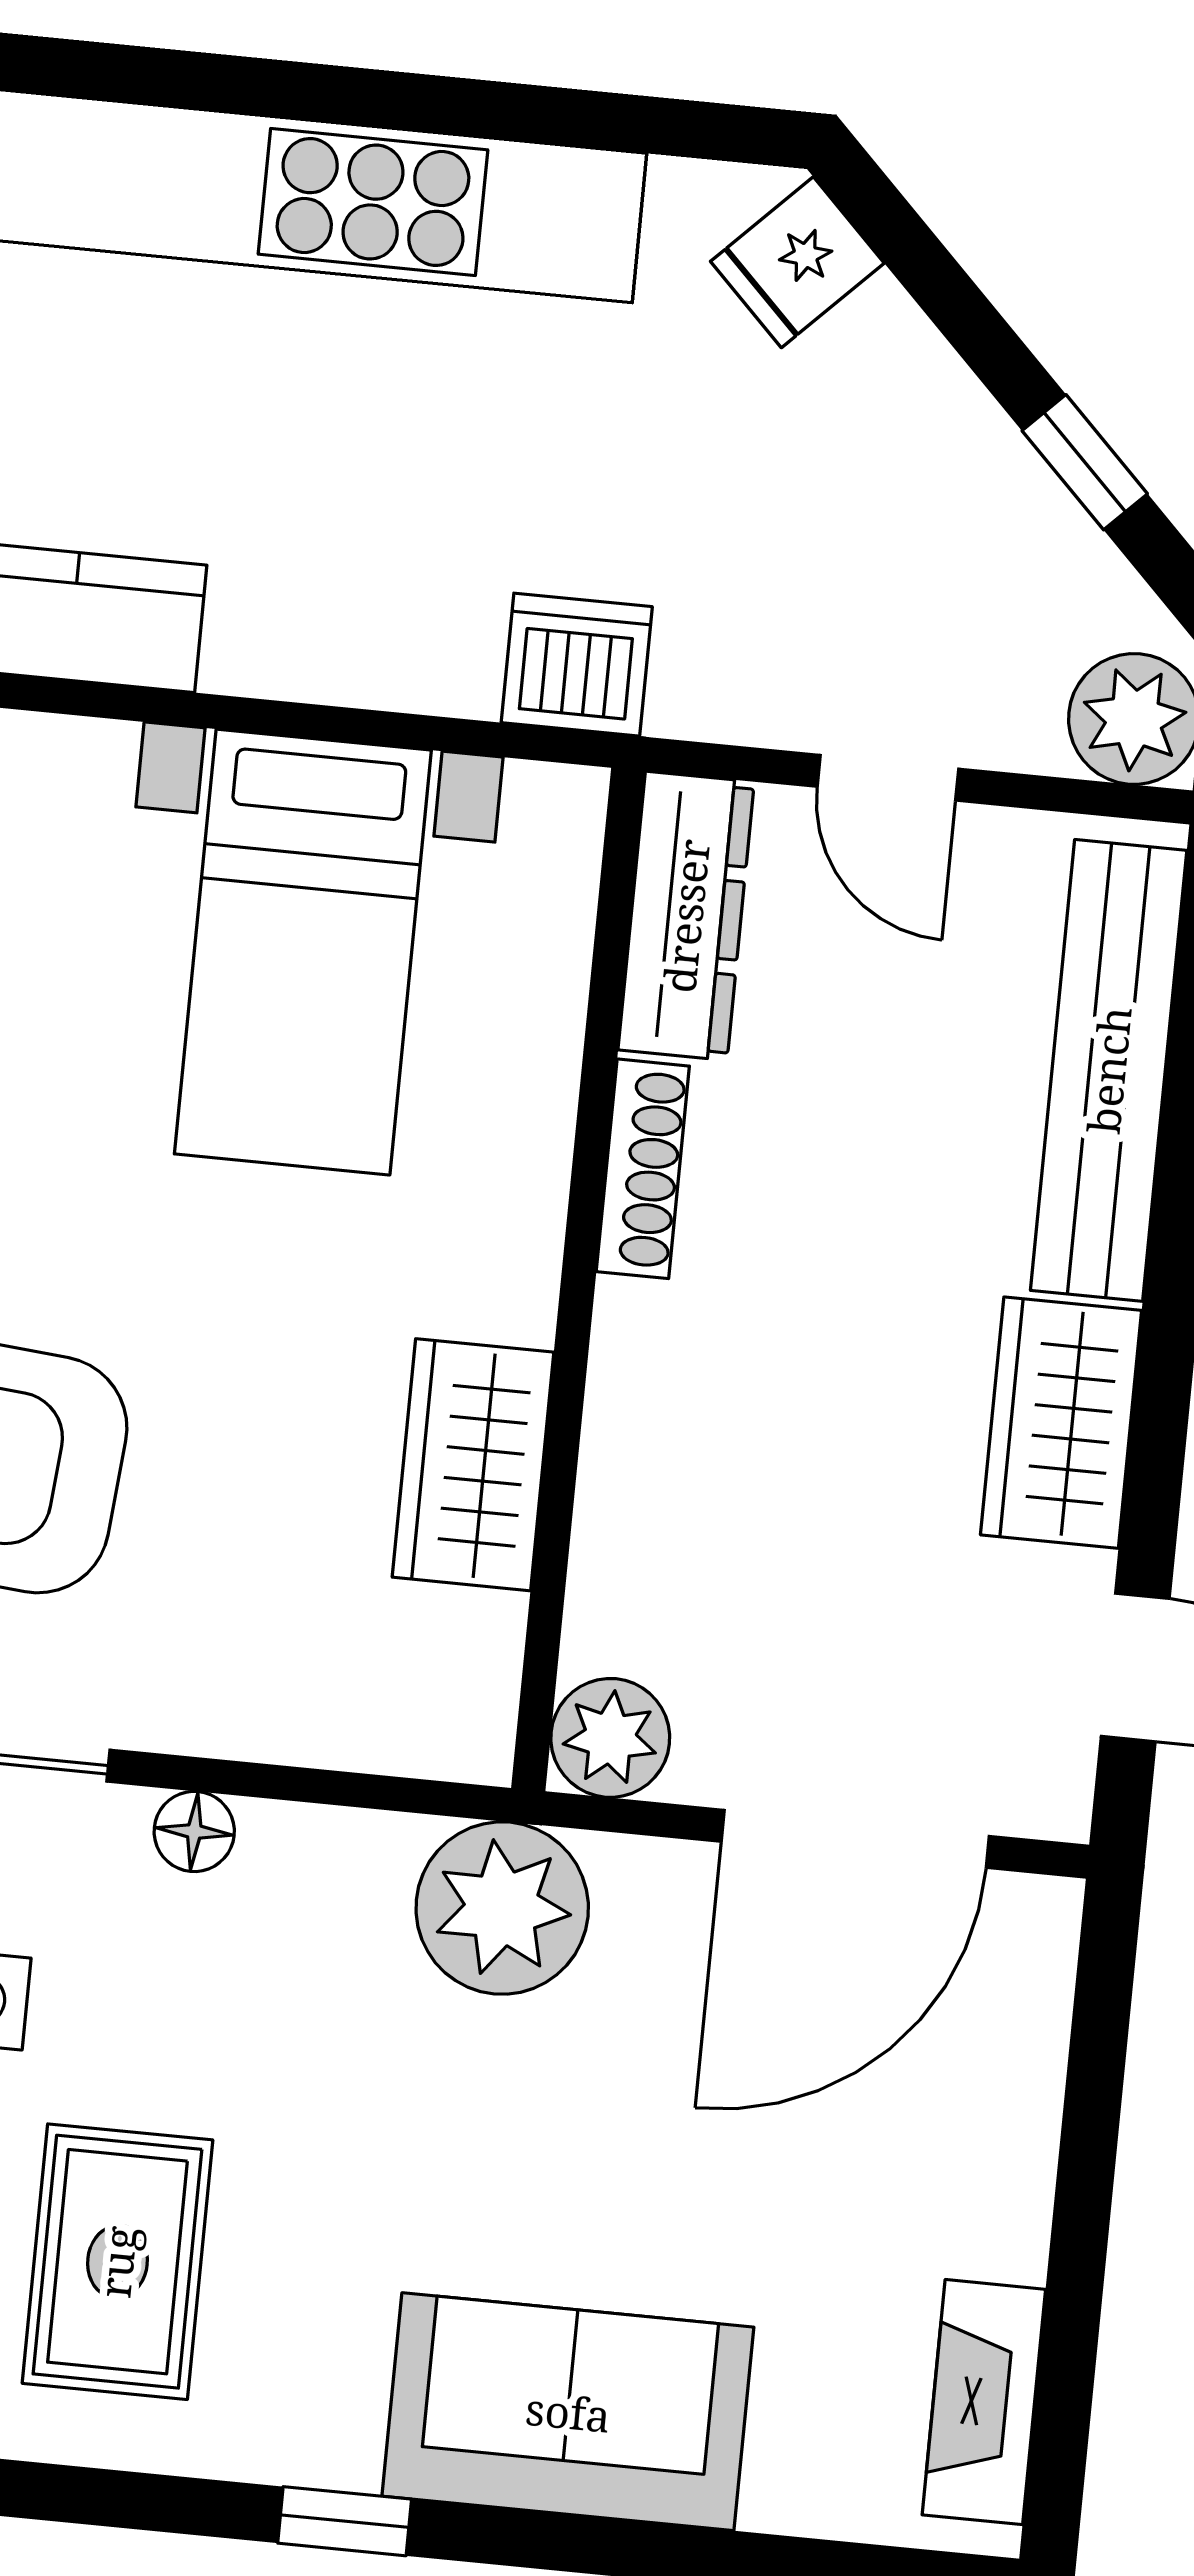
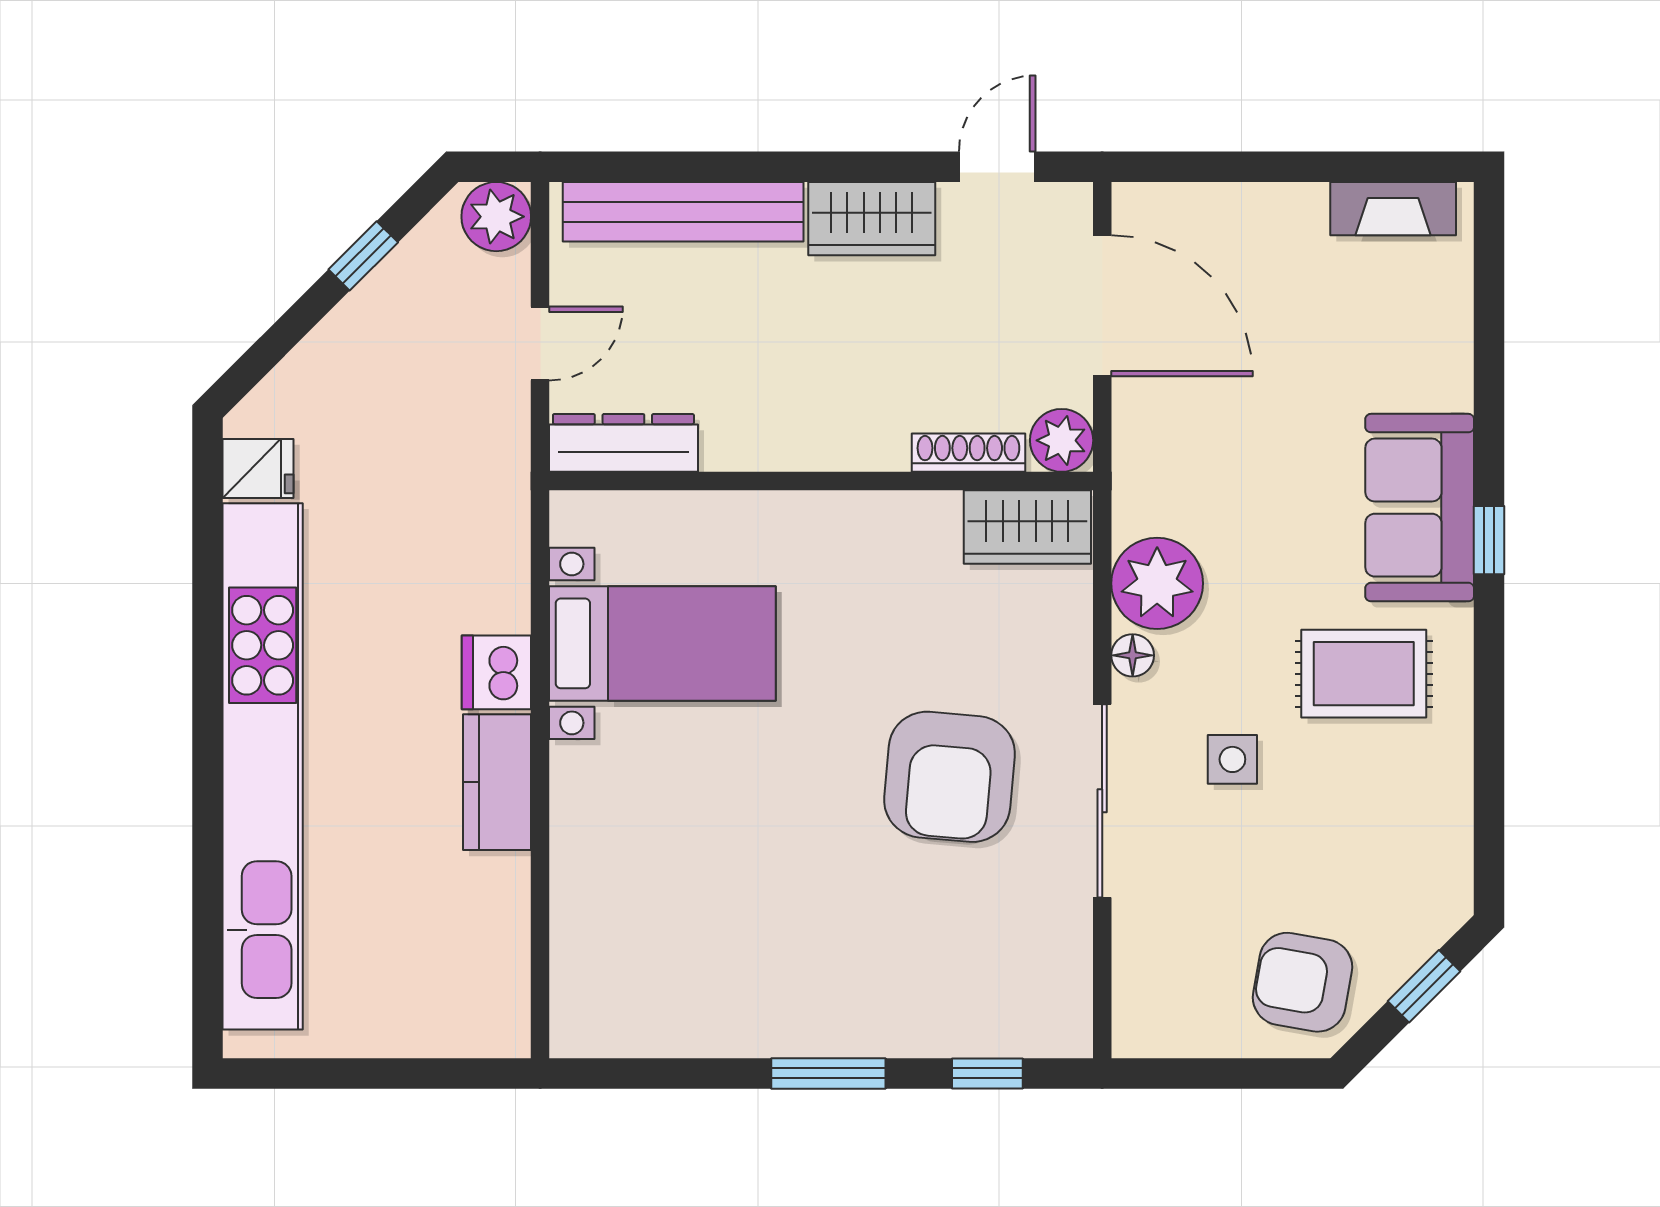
fridge: (797, 262) -> (258, 469), moved, turned -45
dishwasher: (577, 665) -> (496, 672), moved
shoe rack: (643, 1169) -> (968, 453), moved
wardrobe: (473, 1465) -> (1027, 527), moved
plant: (502, 1908) -> (1157, 583), moved
sofa: (568, 2412) -> (1420, 508), moved

